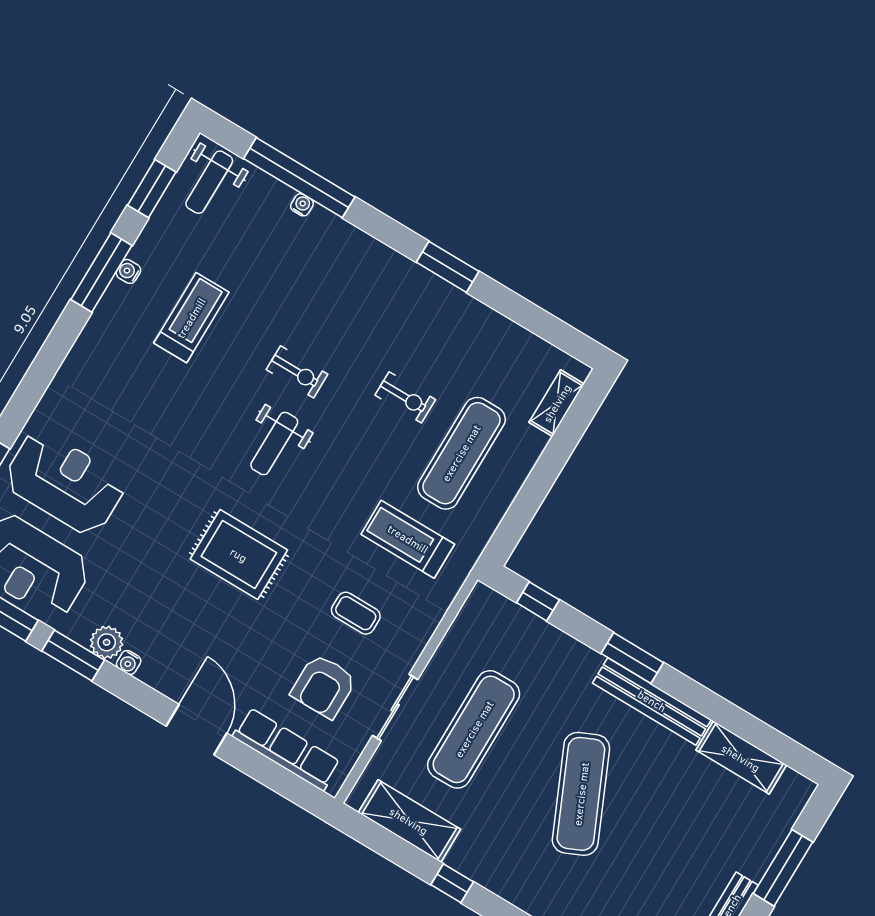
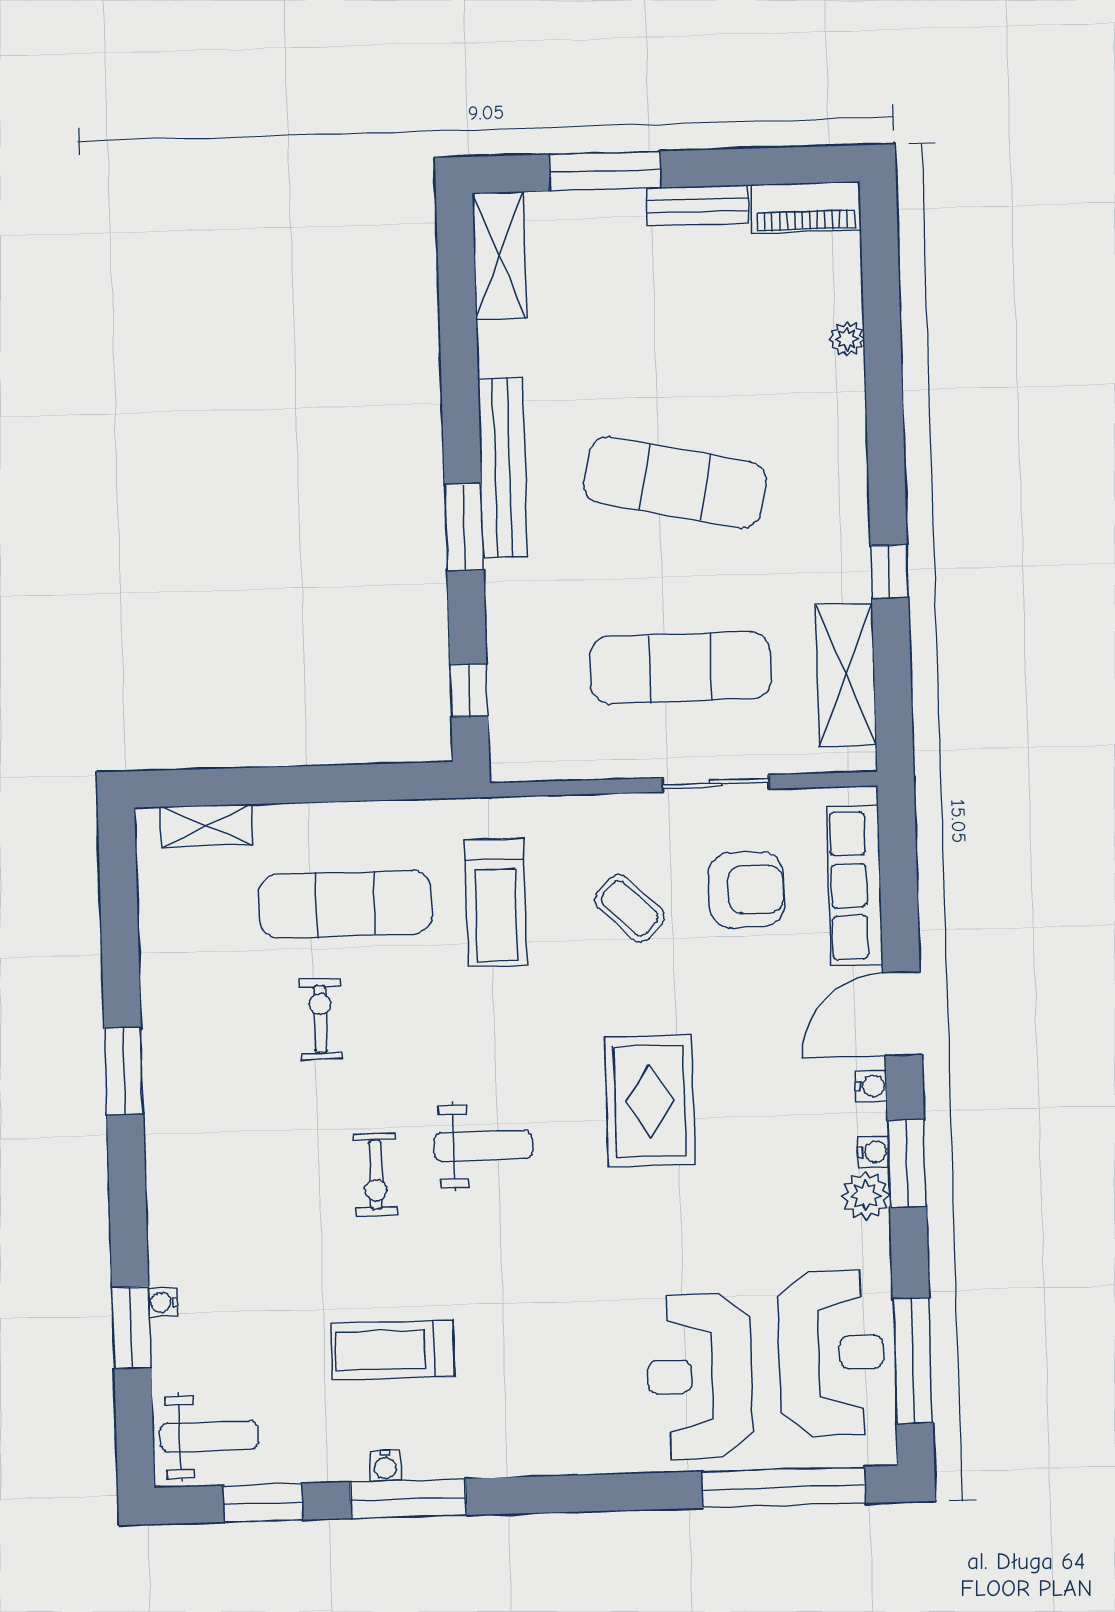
window: (299, 178) -> (131, 1328), width x0.47
exercise bike: (297, 372) -> (376, 1175), turned 180
coffee table: (356, 613) -> (630, 908), turned -46
window: (73, 655) -> (907, 1163), moved
water cooler: (167, 685) -> (871, 1086), added
shelving: (741, 758) -> (499, 256), moved
exercise mat: (581, 794) -> (675, 482), turned 36

